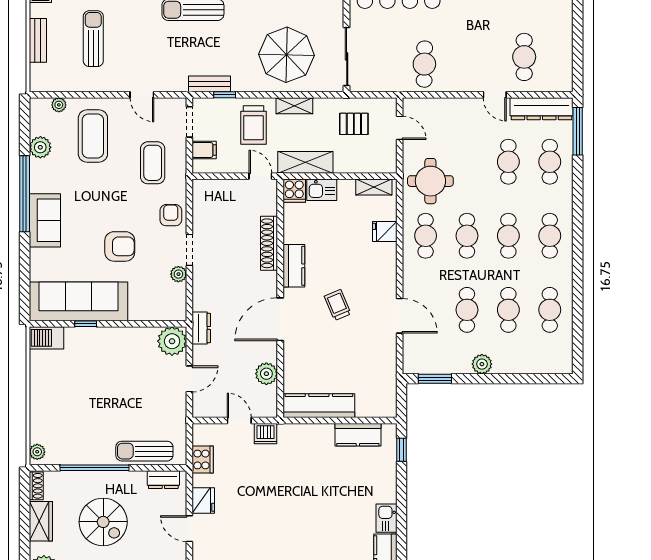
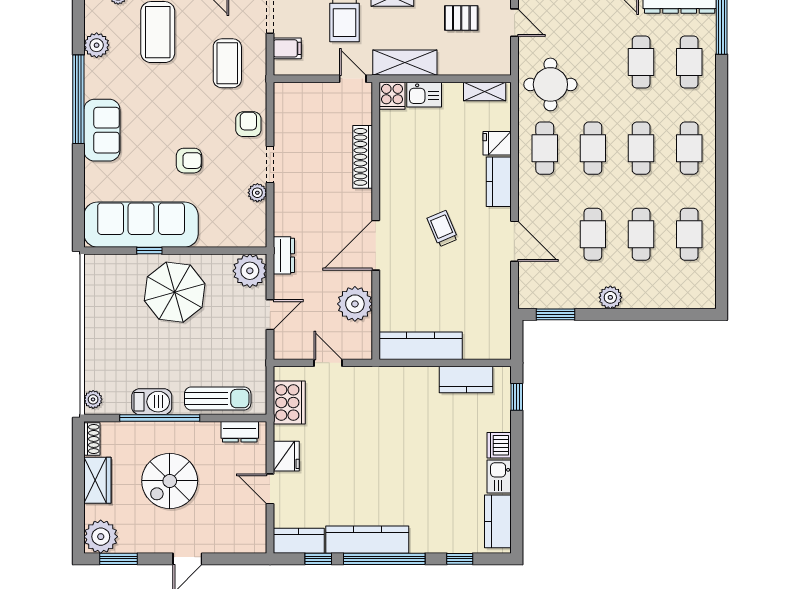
armchair: (120, 246) -> (189, 161), width x0.72, depth x0.72
kitchen counter: (294, 266) -> (499, 182), moved, turned 180
barbecue: (47, 338) -> (152, 402), moved, turned 180
parasol: (107, 360) -> (175, 292), added
plant: (266, 374) -> (355, 304), width x1.36, depth x1.36
dishwasher: (266, 434) -> (499, 445), moved, turned 90
sun lounger: (144, 451) -> (218, 399), turned 180
cooker: (203, 459) -> (289, 403), width x1.37, depth x1.31
spiral stairs: (103, 522) -> (170, 481), turned 90

